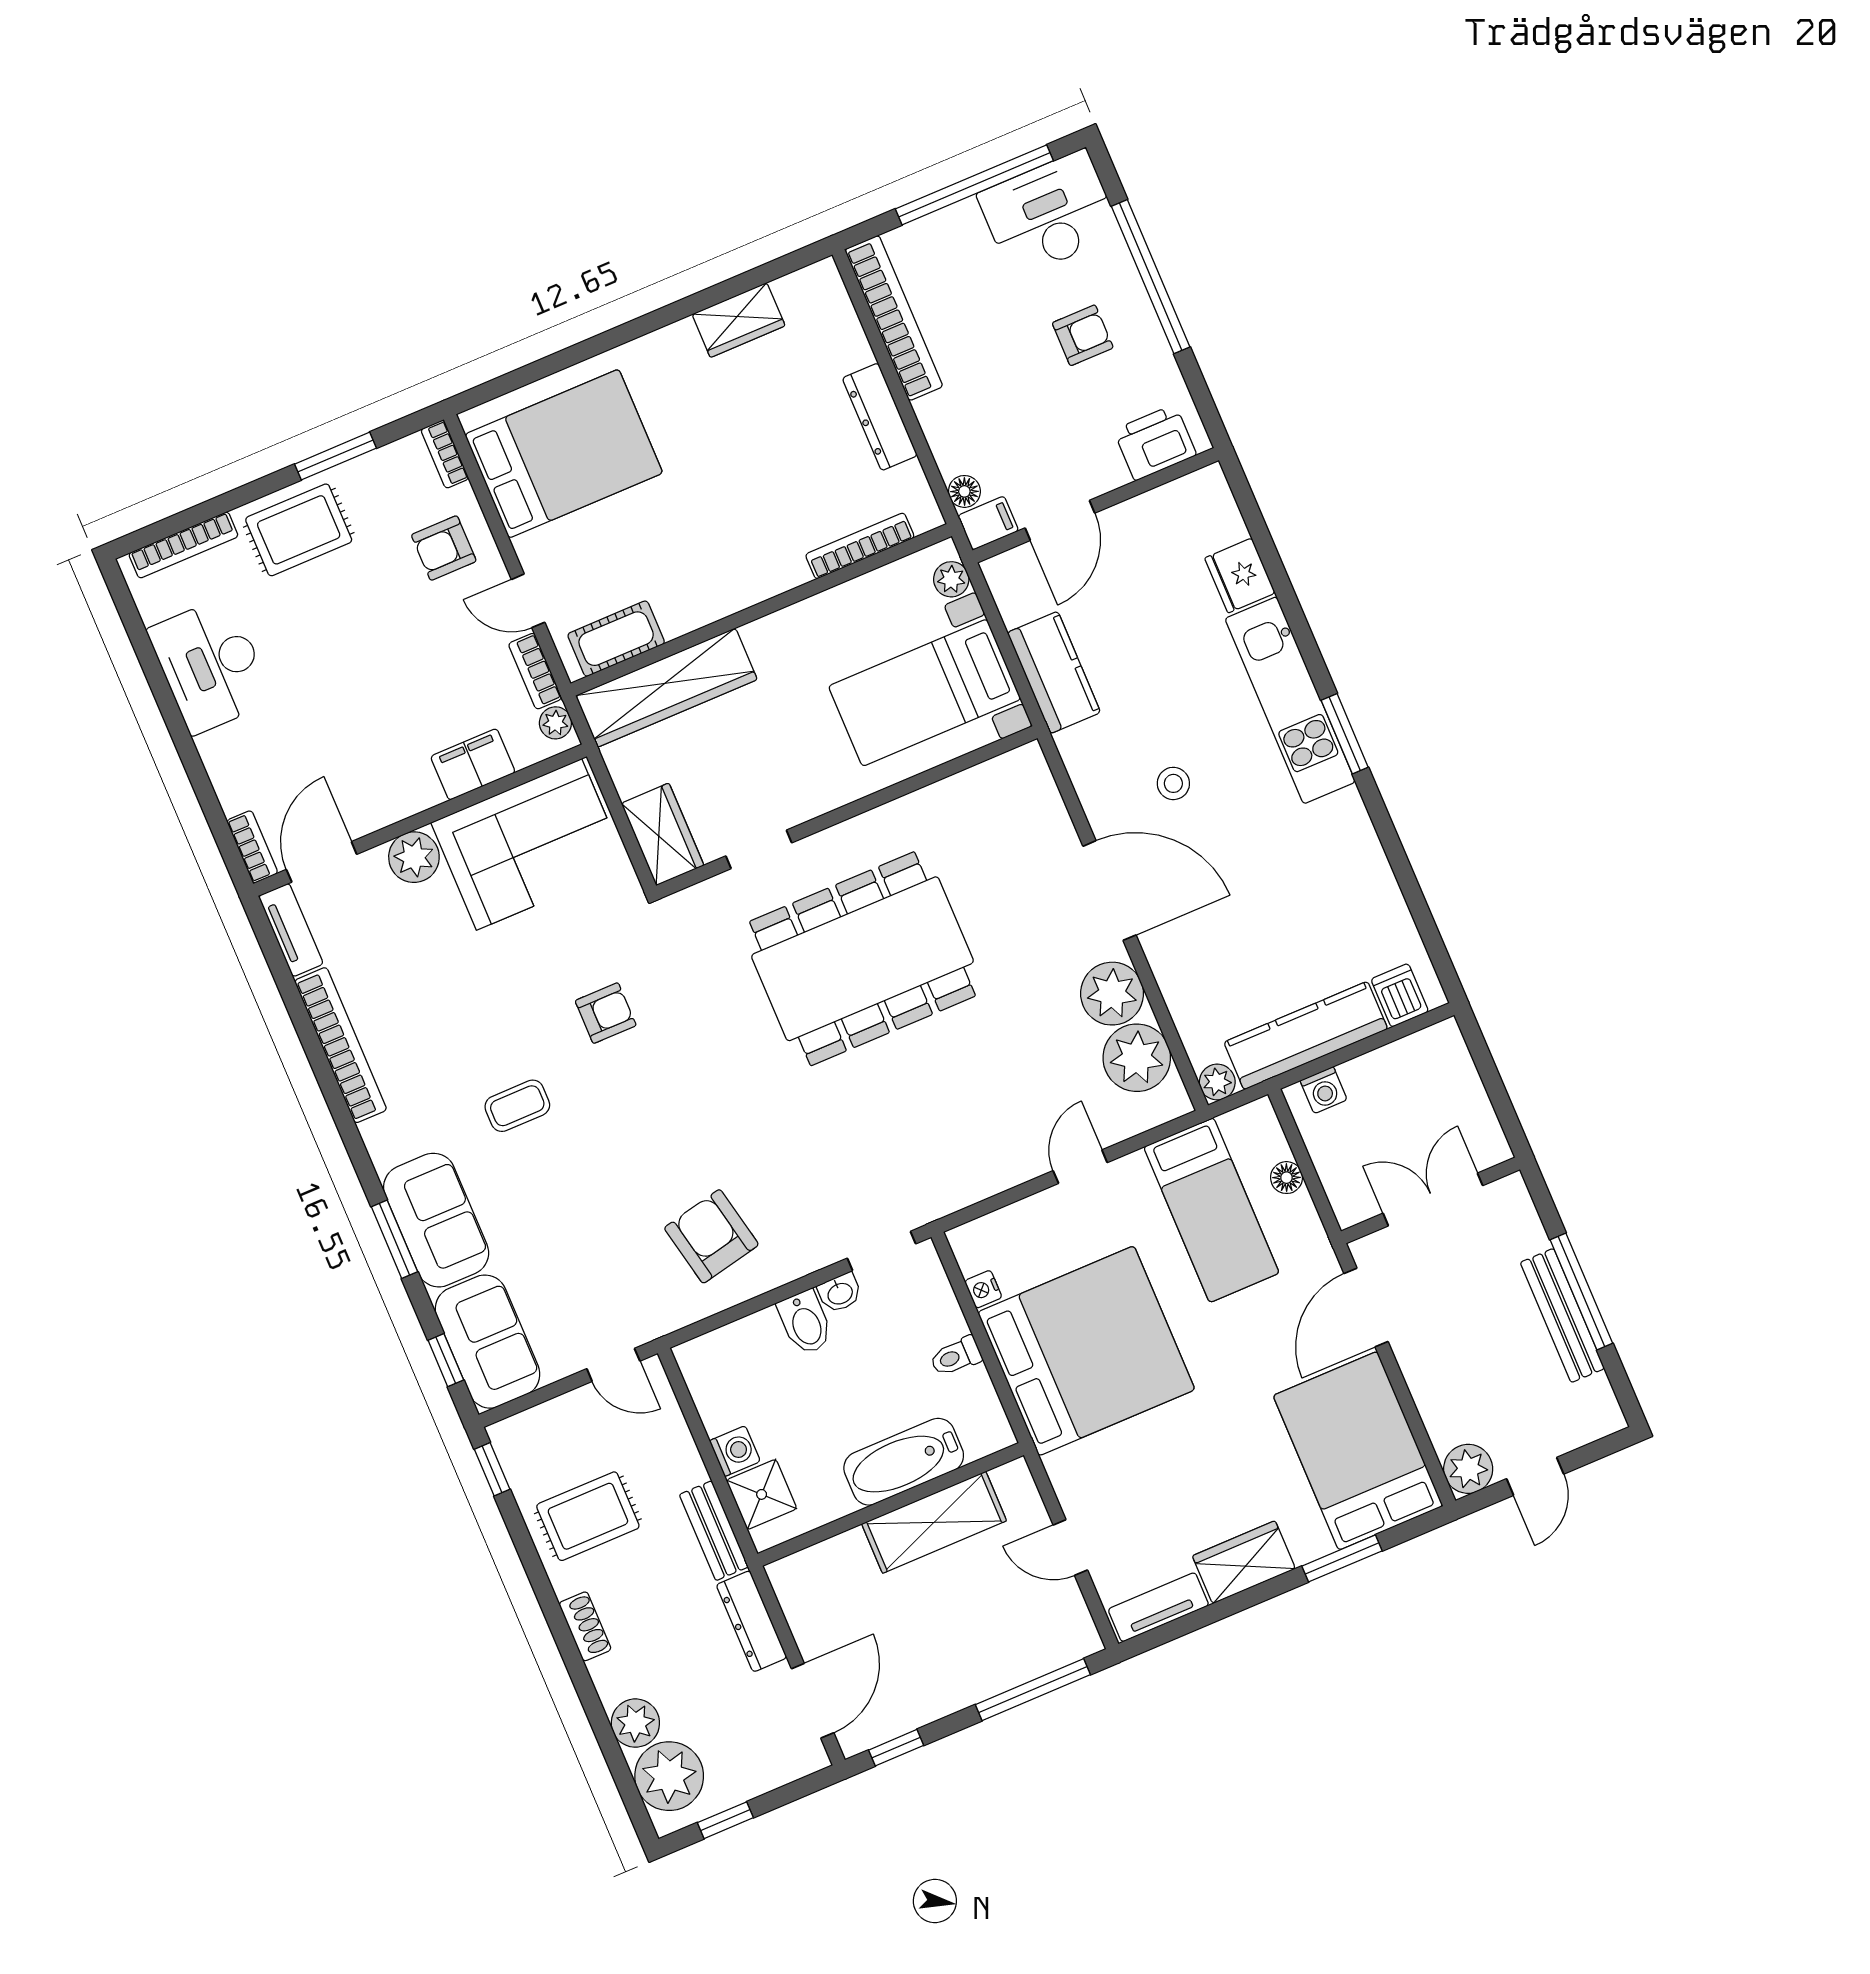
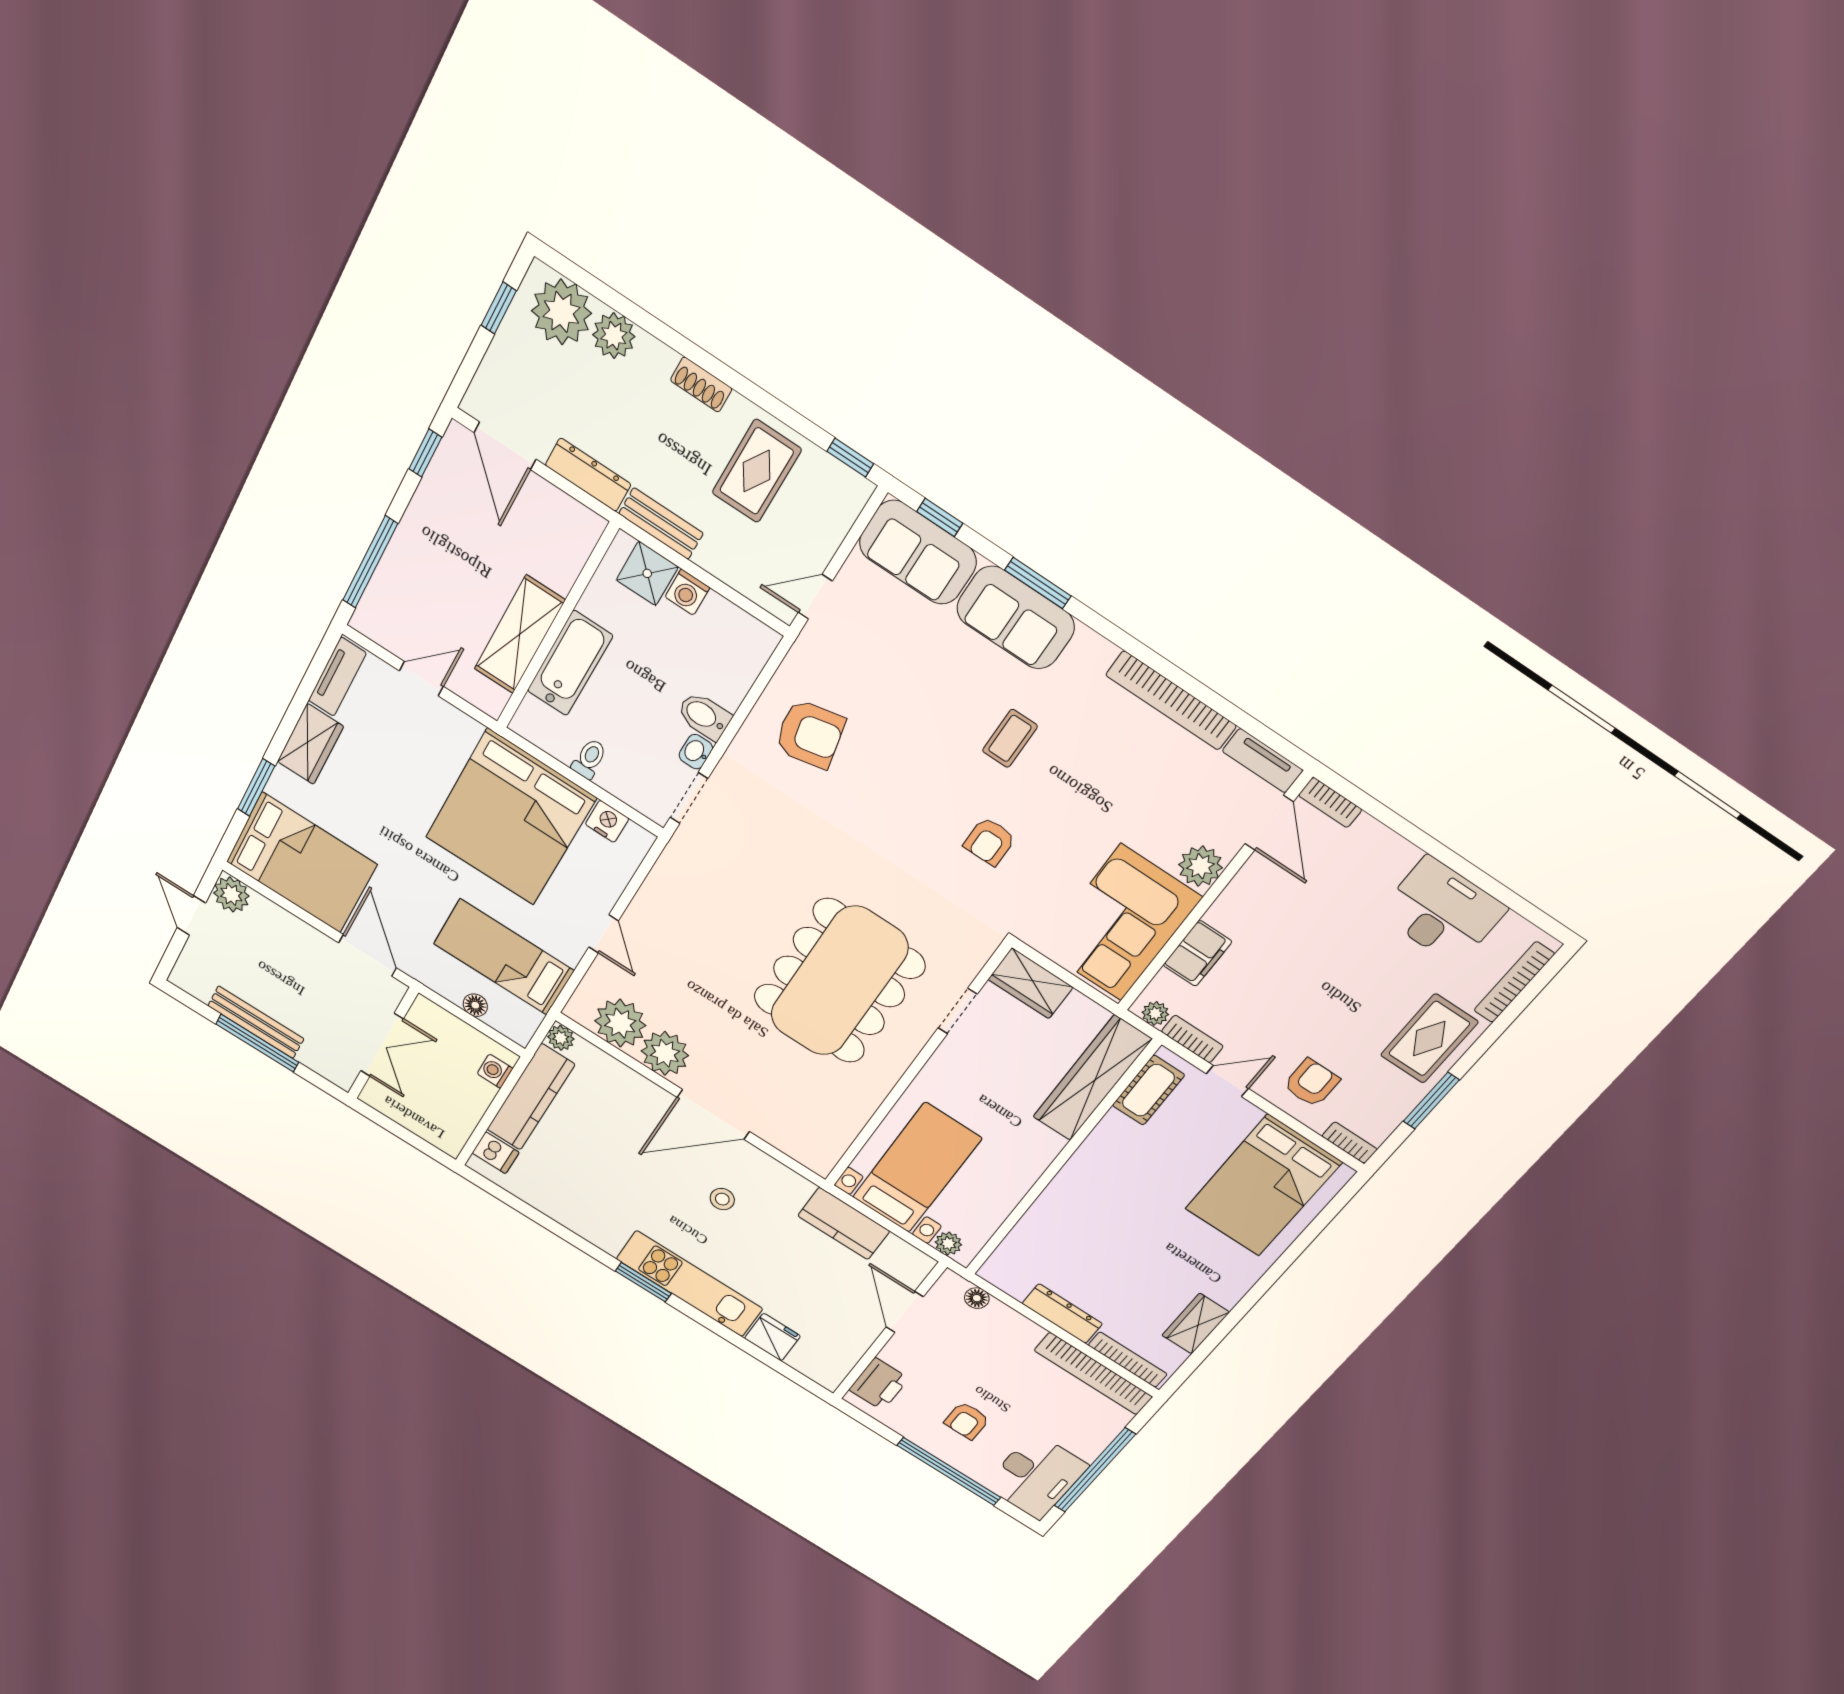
filing cabinet: (988, 523) -> (948, 1288), removed
bookcase: (860, 546) -> (1128, 1360), moved, turned -90
nightstand: (983, 1289) -> (607, 821), width x1.39, depth x1.35

